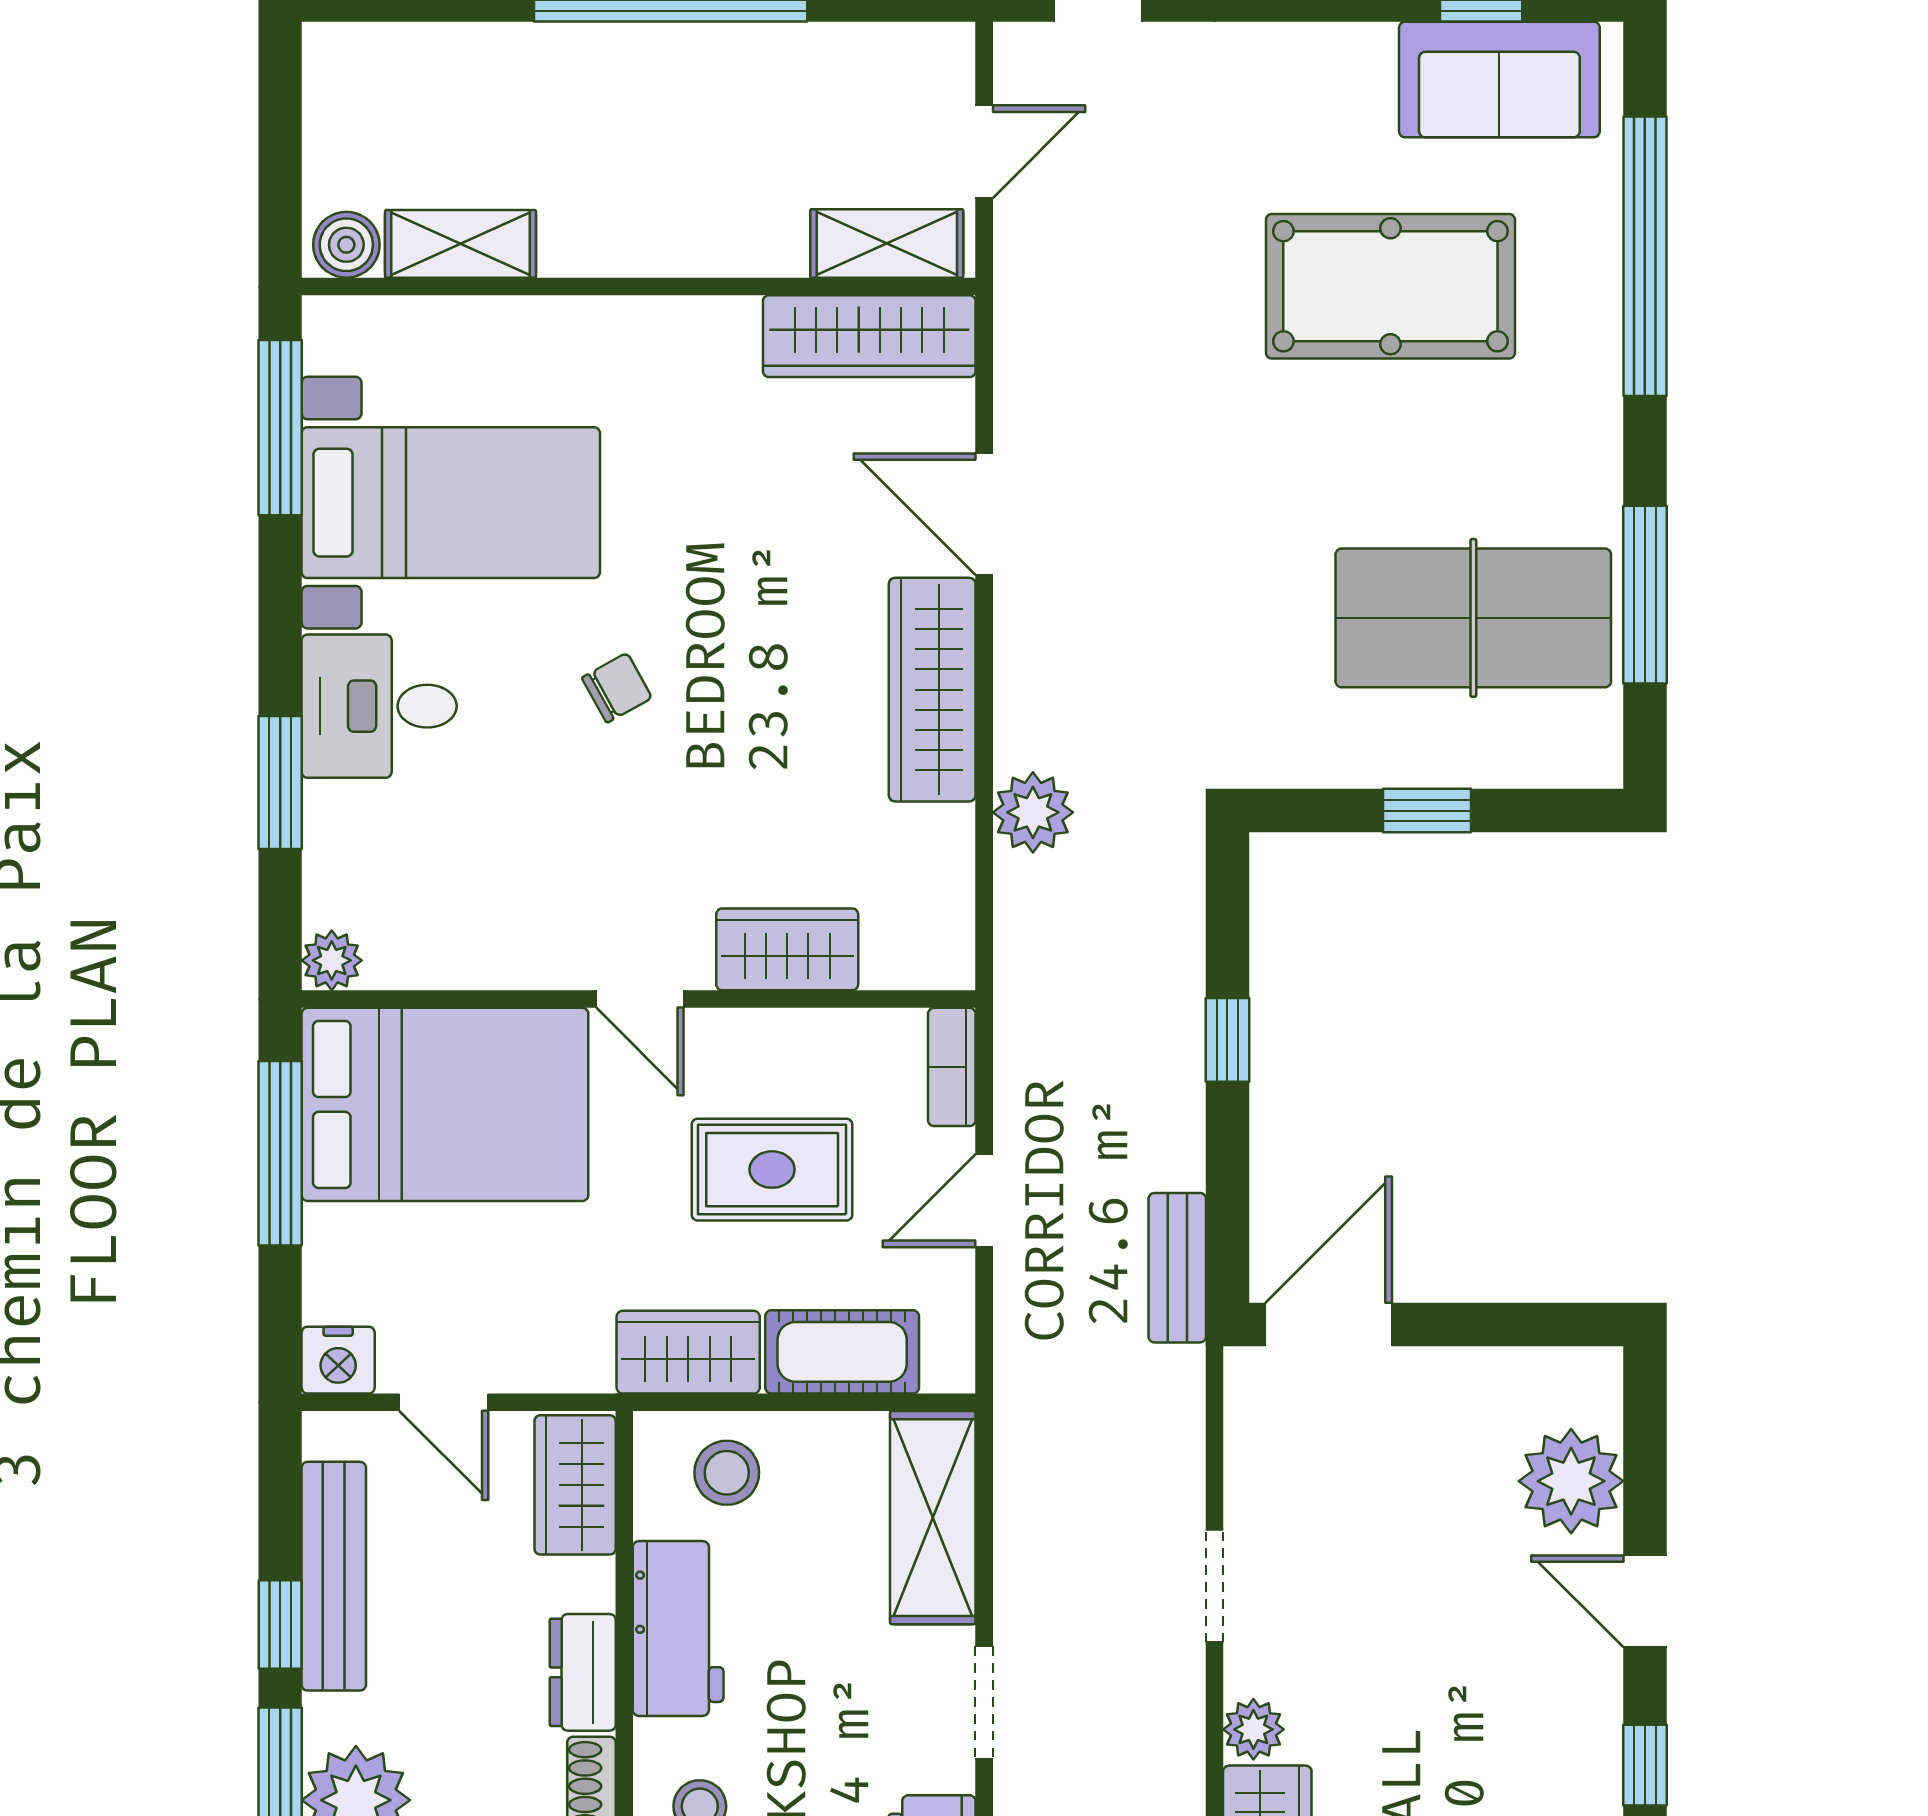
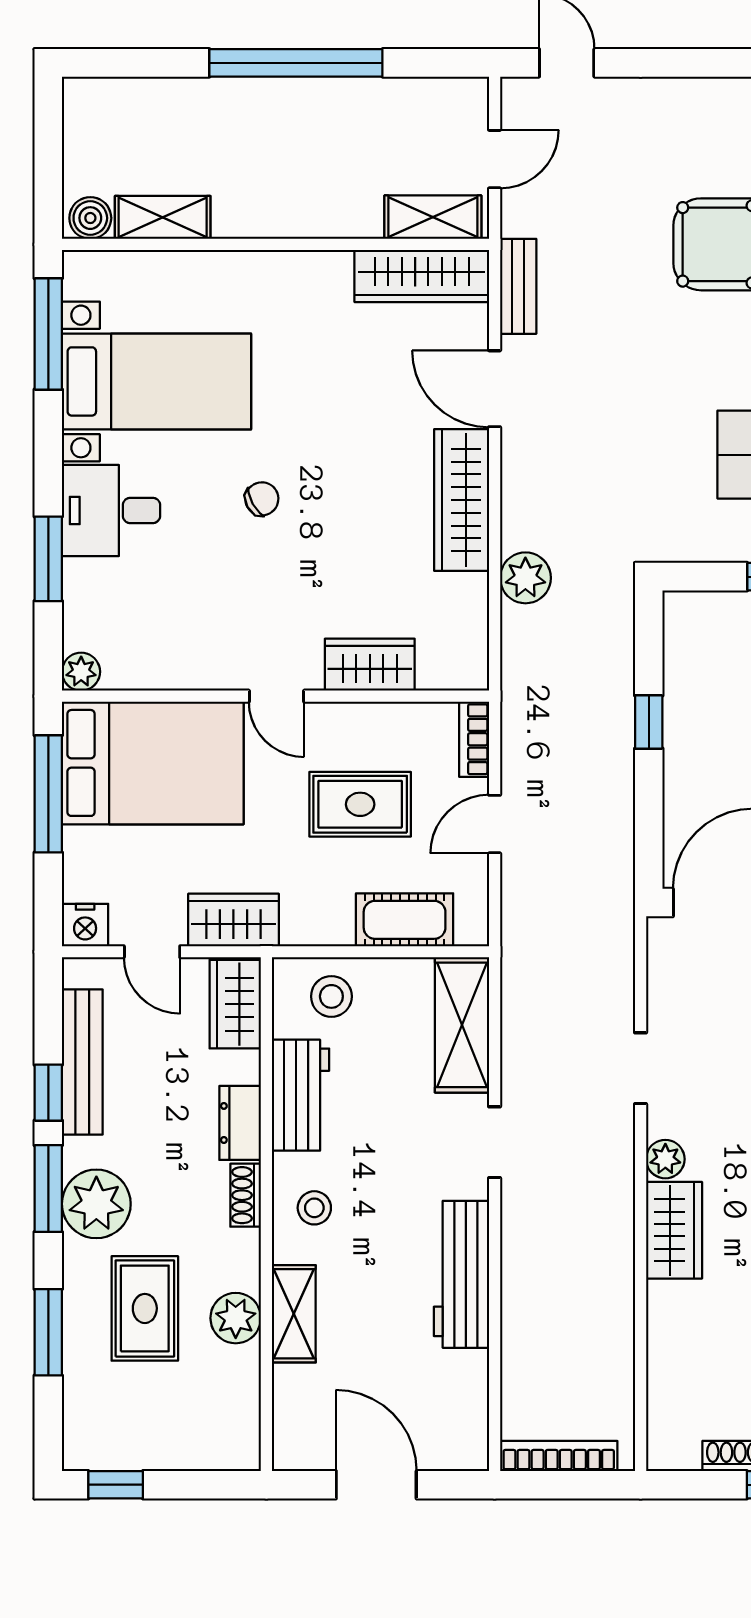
bench: (1177, 1268) -> (518, 286), moved
wardrobe: (688, 1352) -> (233, 920), moved

